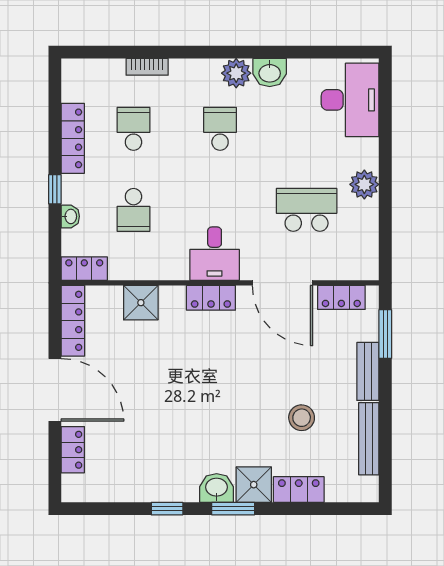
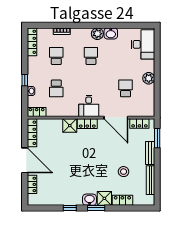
locker: (73, 138) -> (32, 42), moved
school desk: (307, 210) -> (126, 88), width x0.54
shower: (141, 303) -> (70, 126), moved

